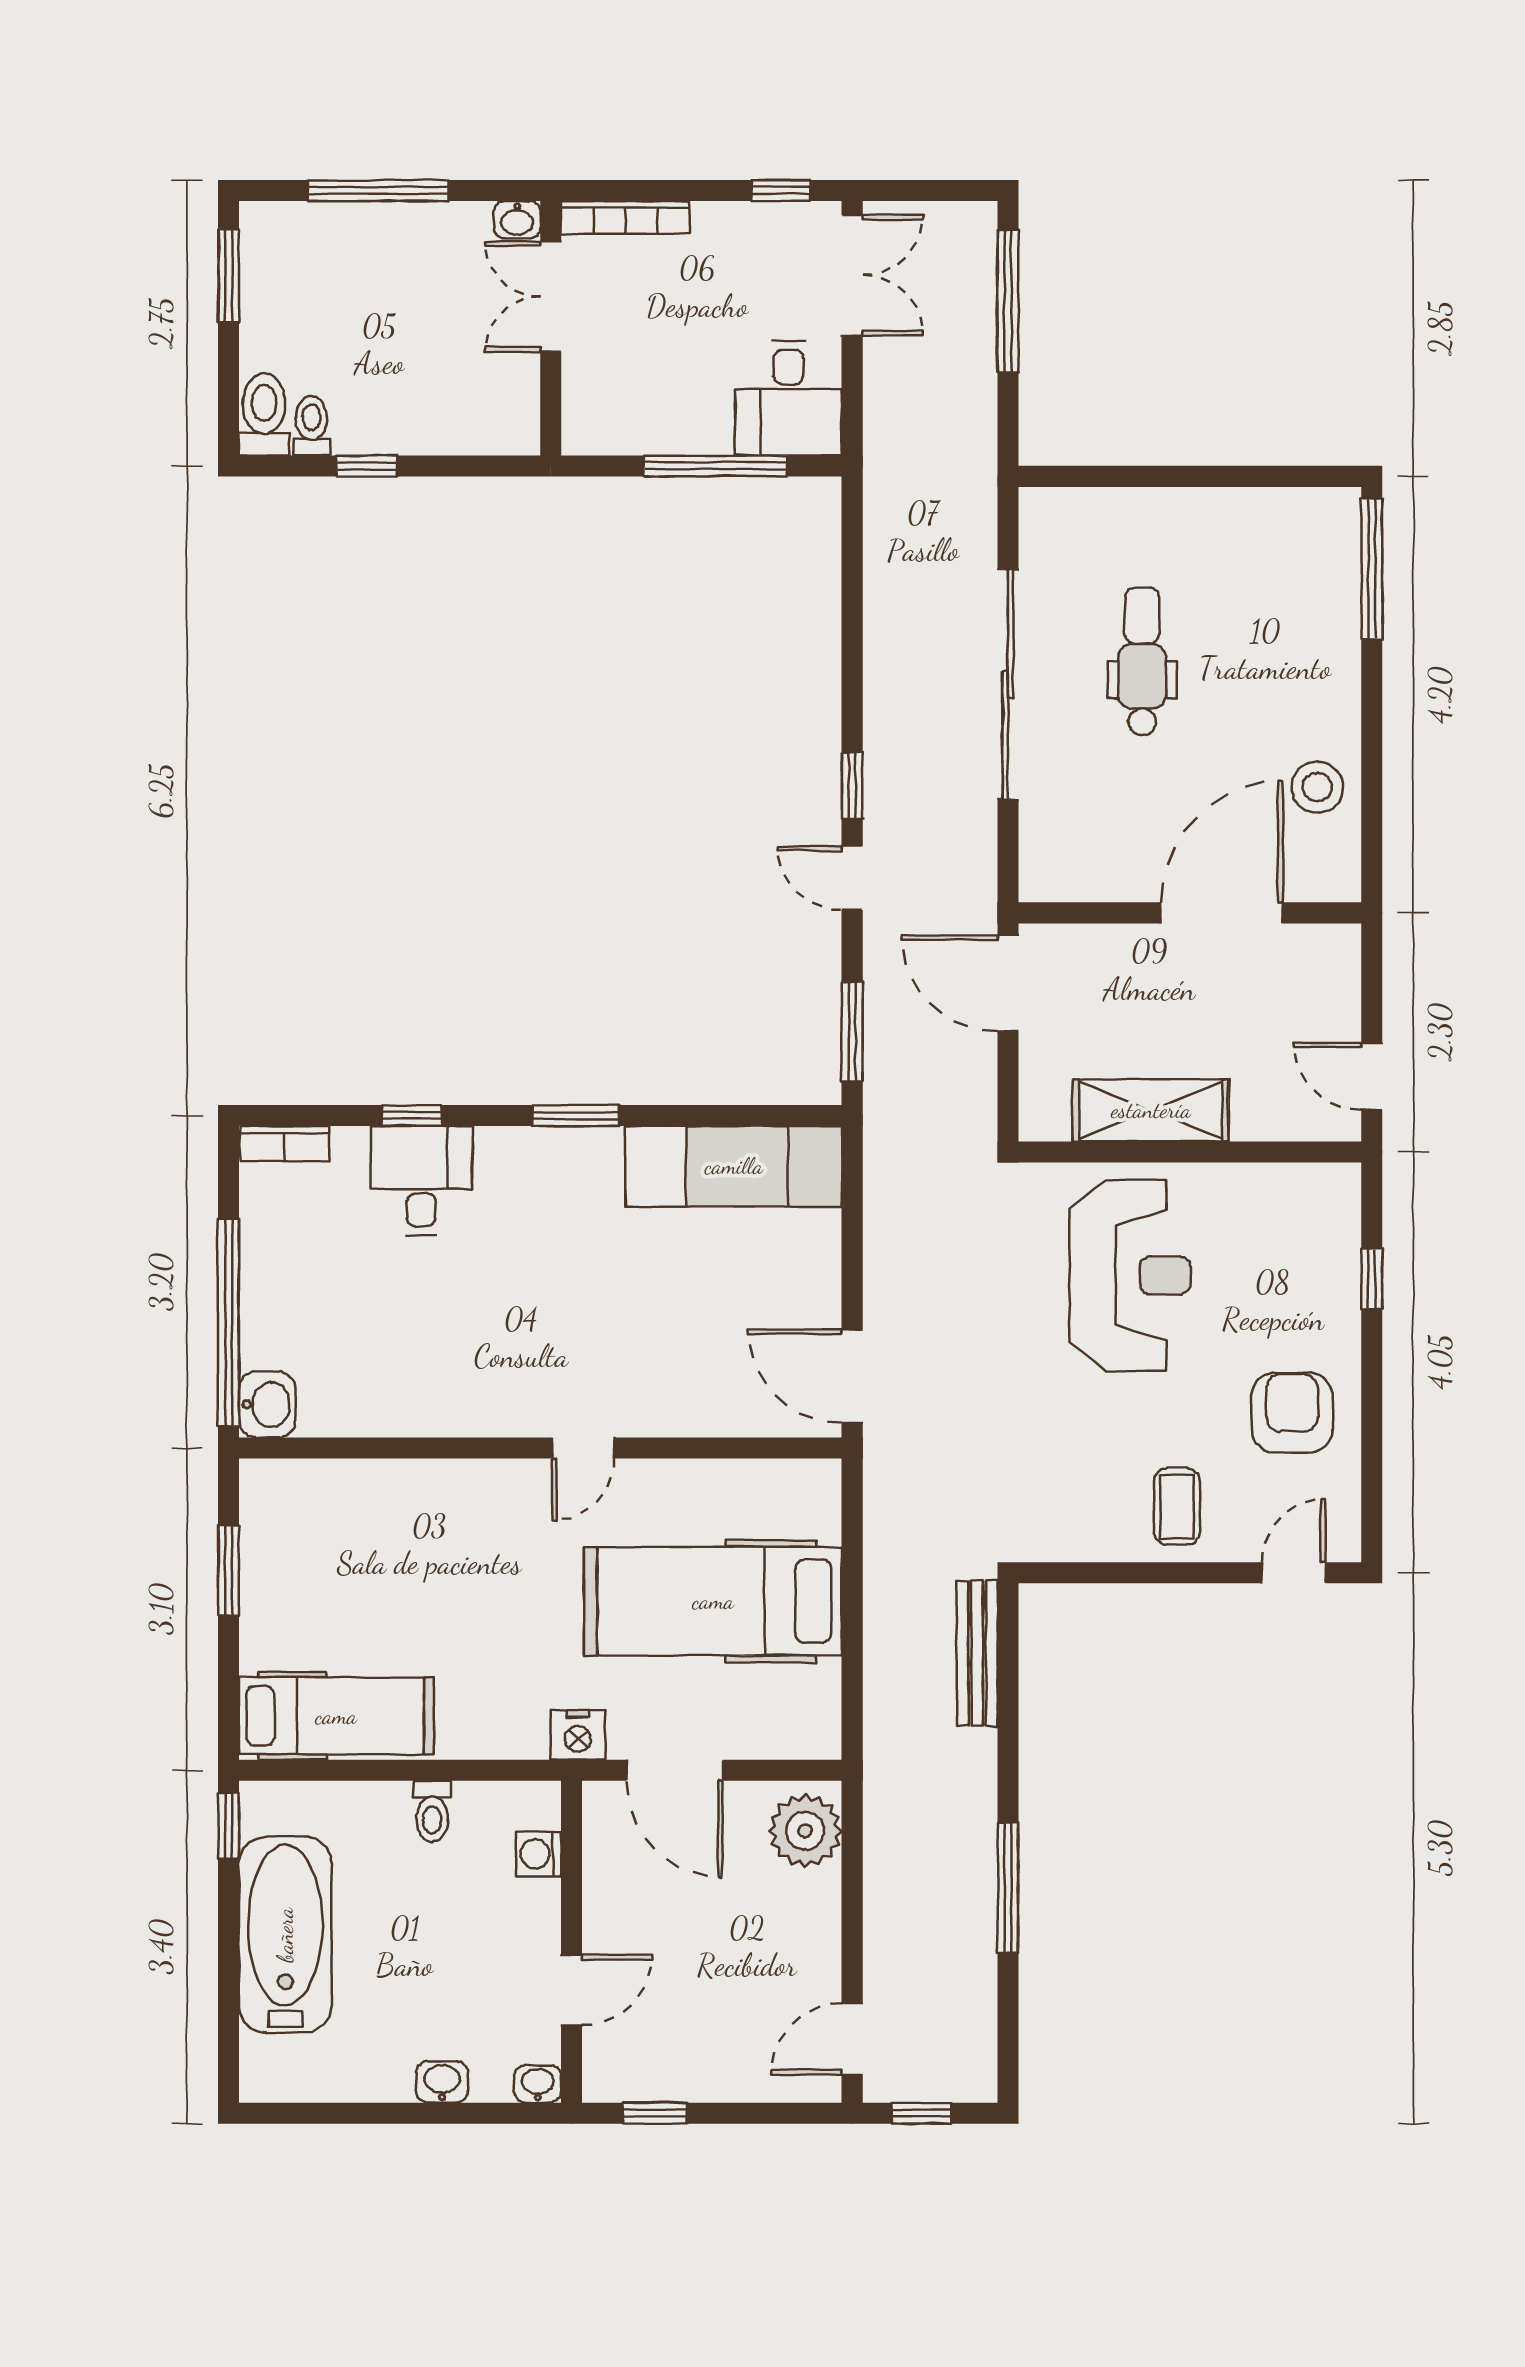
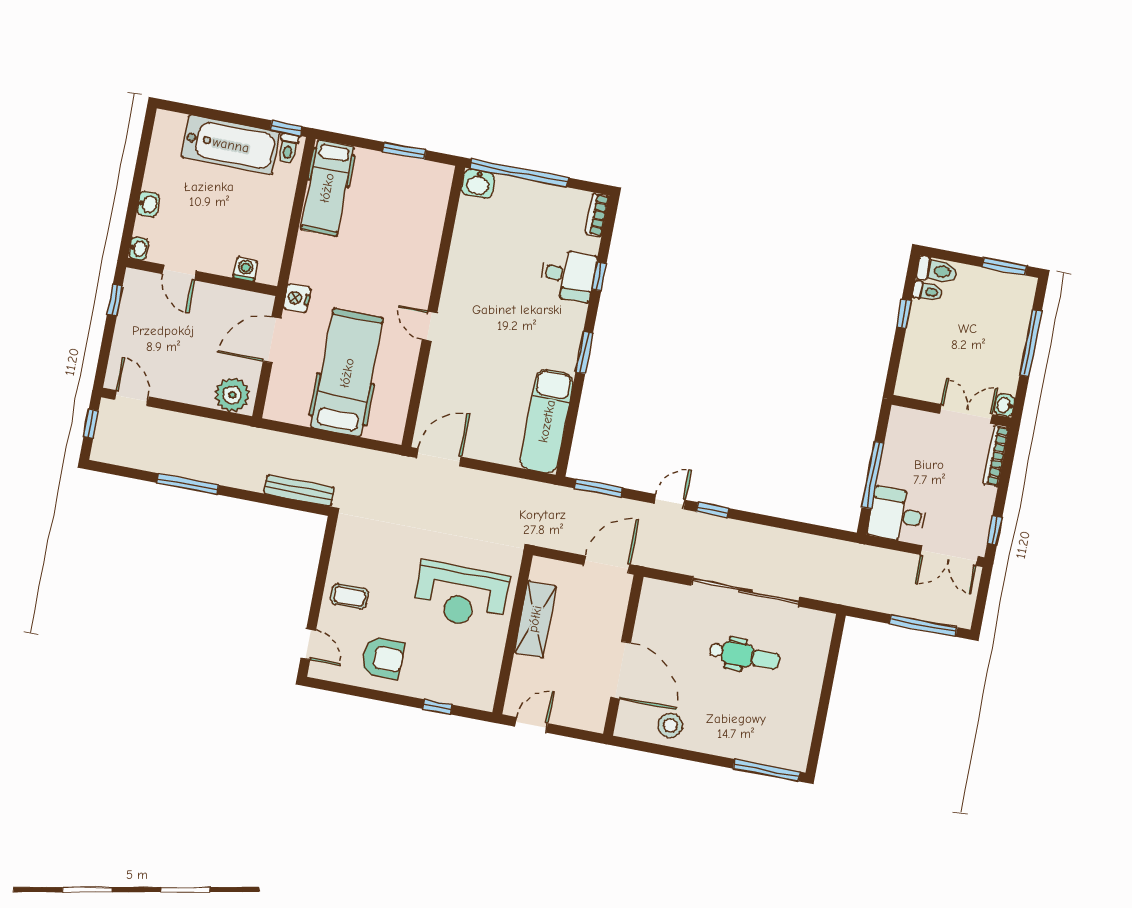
toilet: (432, 1811) -> (288, 148), moved, turned -90

